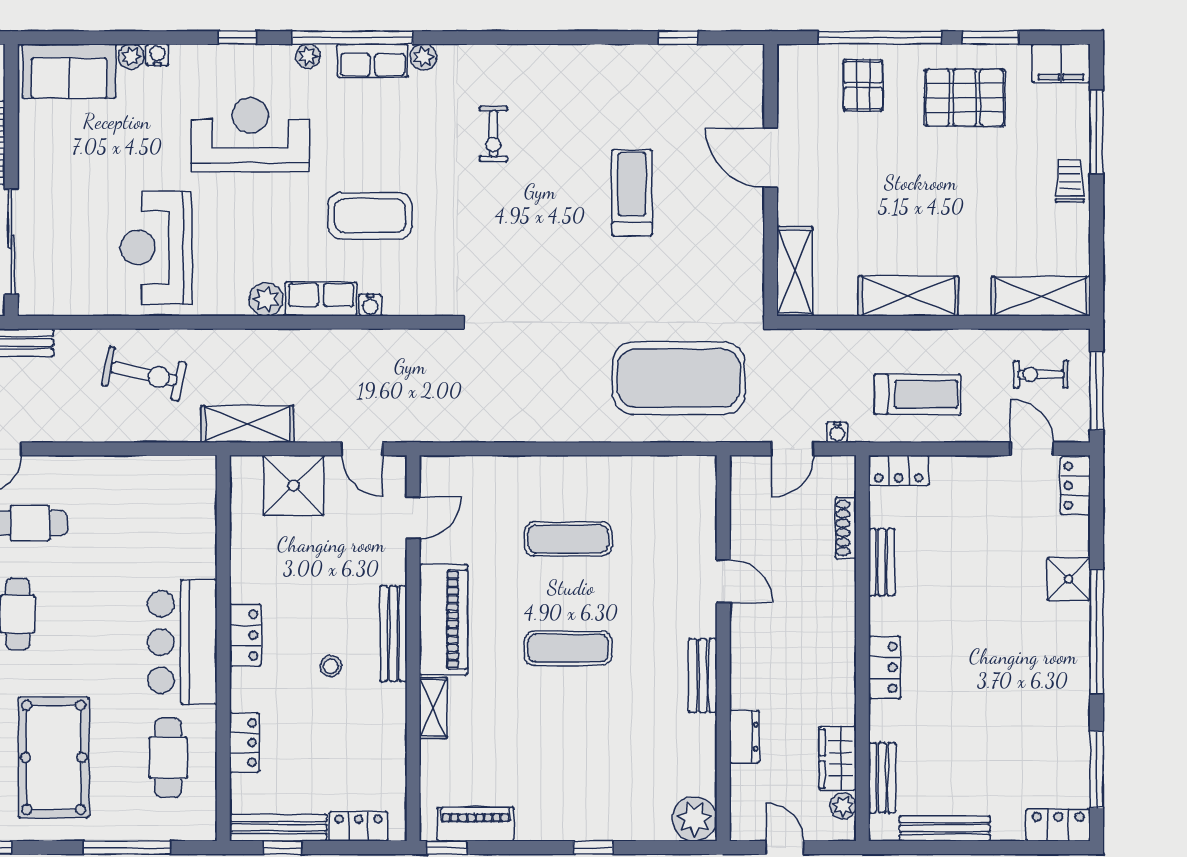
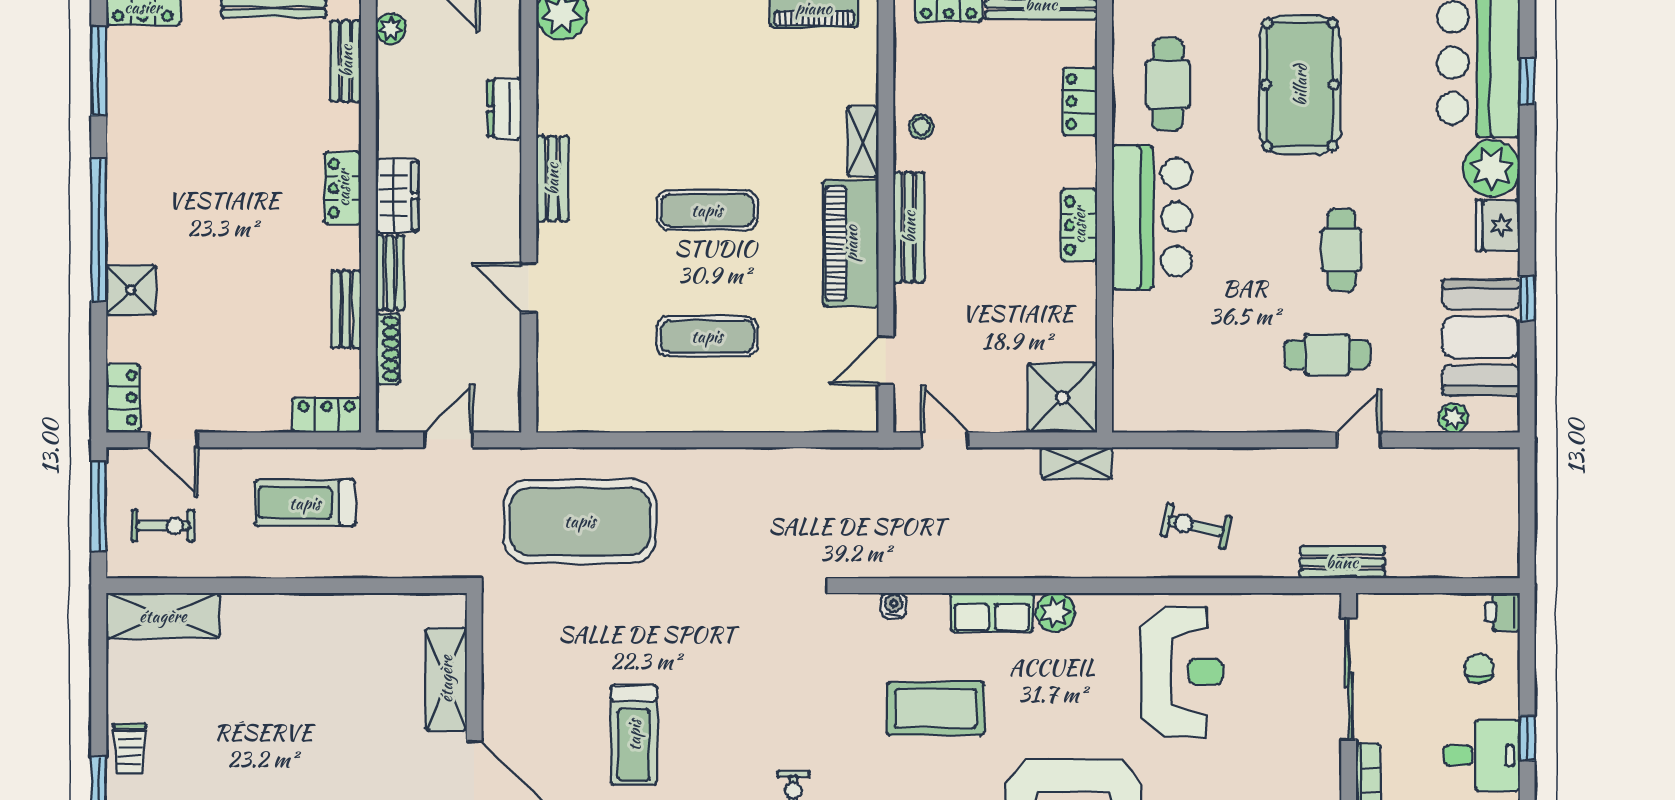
shelving: (795, 271) -> (446, 679), moved
shelving: (908, 296) -> (315, 616), removed
water cooler: (370, 305) -> (894, 606), moved
exercise bike: (144, 374) -> (1196, 526), width x0.73, depth x0.72
shelving: (247, 424) -> (1077, 463), width x0.67, depth x0.75
water cooler: (837, 432) -> (398, 459), removed
shower: (293, 485) -> (1062, 398), moved
bench: (844, 594) -> (390, 273), added
stool: (331, 666) -> (921, 127), moved
wardrobe: (838, 758) -> (397, 196), moved

